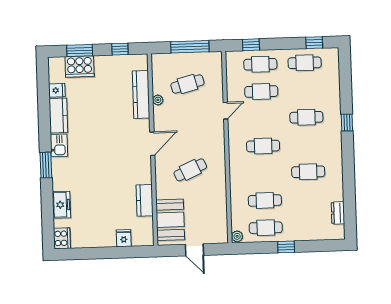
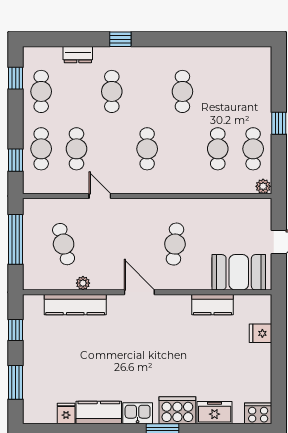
cooker: (80, 66) -> (177, 410), moved, turned -90
cafe table: (190, 170) -> (175, 244), turned 30
dresser: (338, 213) -> (78, 55), moved

